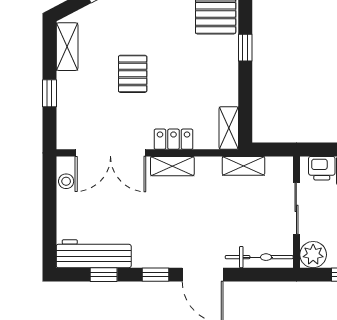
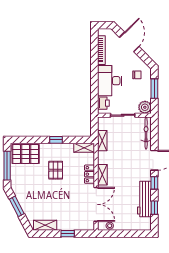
window: (245, 48) -> (56, 140), moved
pallet: (133, 74) -> (56, 170), moved, turned 90
workbench: (94, 254) -> (144, 199), moved

